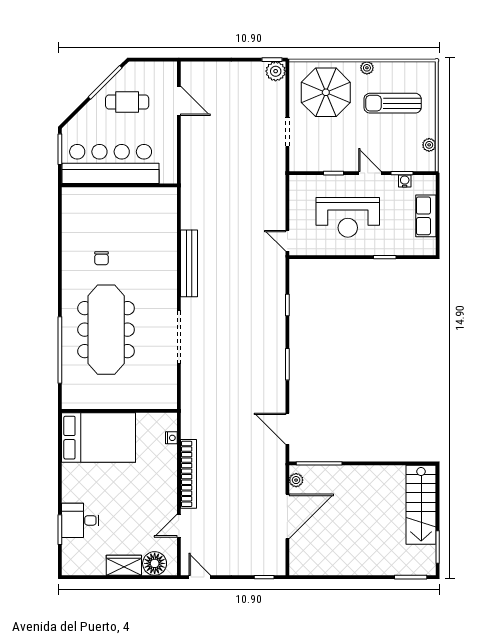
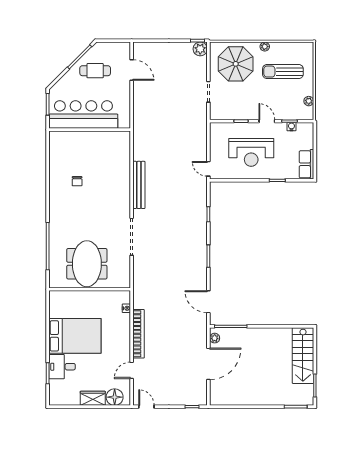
row of seats: (426, 216) -> (306, 164), moved
meeting table: (106, 330) -> (87, 264), moved, width x0.73
bed: (99, 438) -> (75, 336), moved

